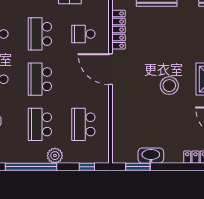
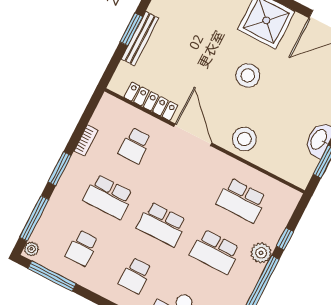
door: (111, 69) -> (193, 135), swing flipped
stool: (125, 105) -> (244, 139), added
window: (87, 167) -> (285, 239), moved

